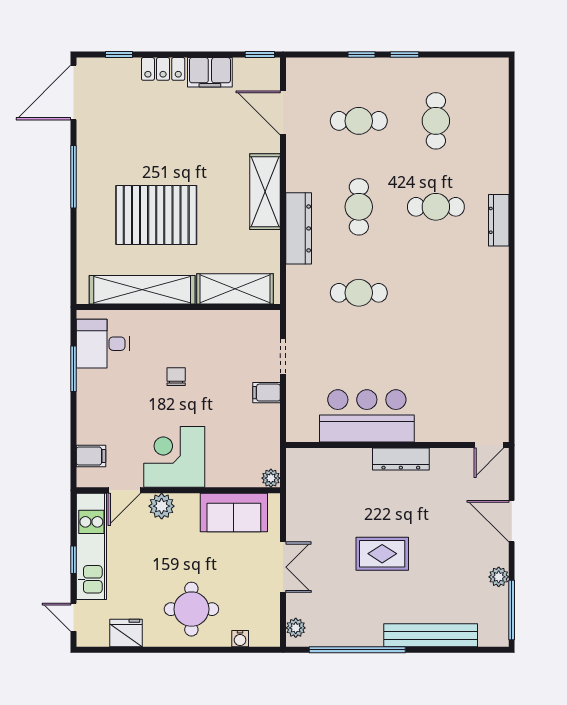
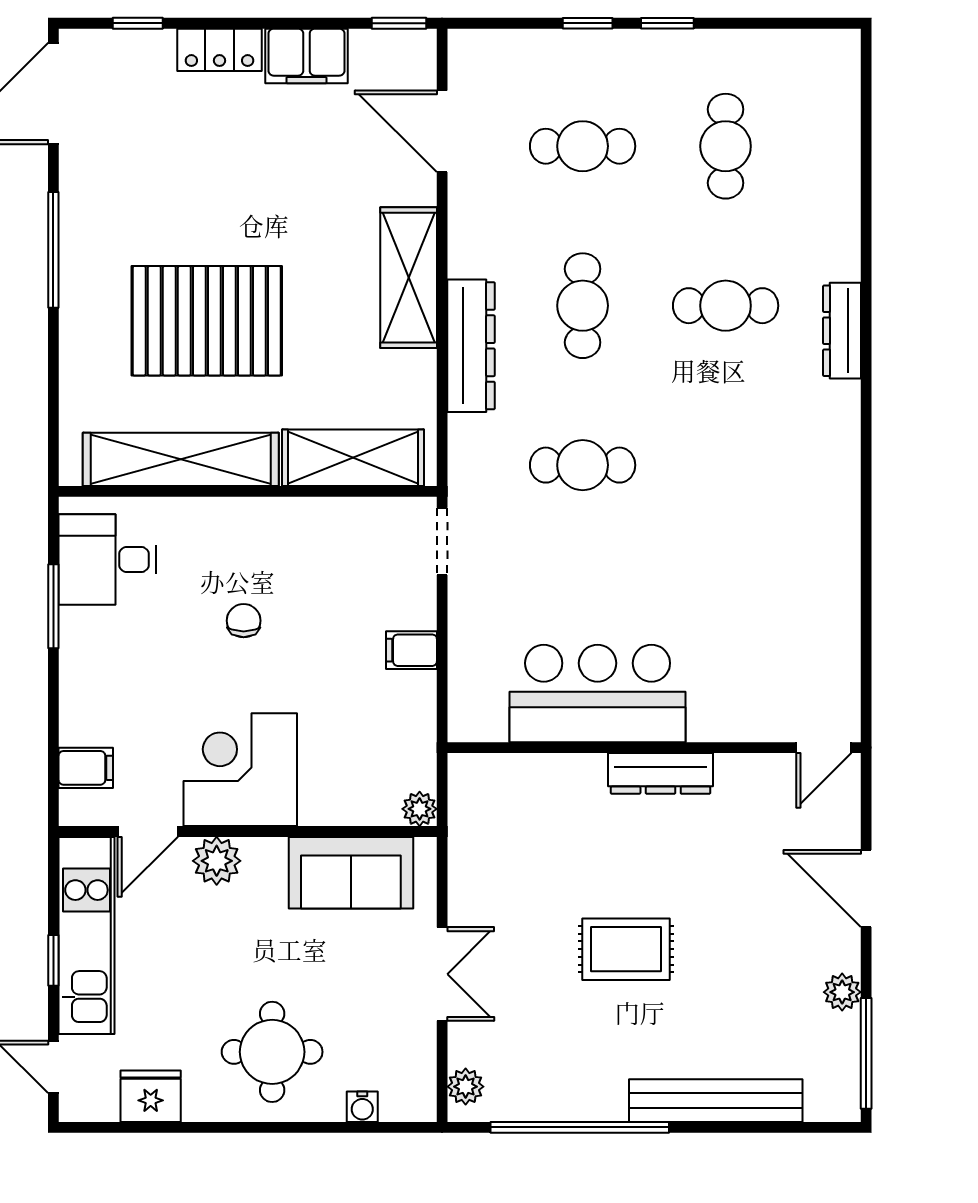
doorway: (283, 356) -> (442, 541), moved

